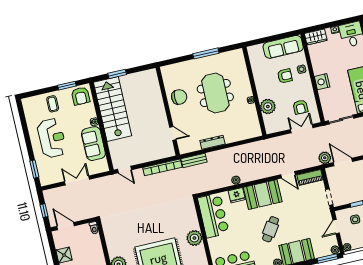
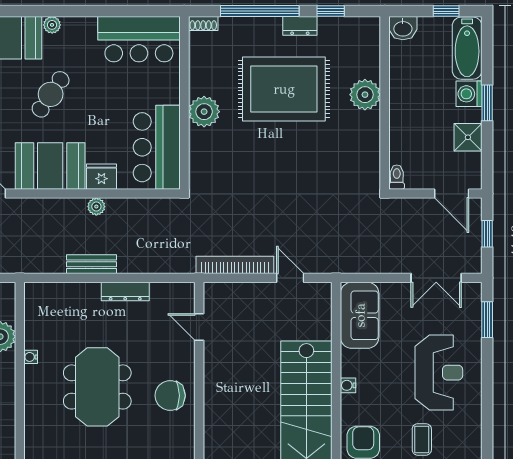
reception desk: (52, 138) -> (439, 373), turned 180
sofa: (93, 144) -> (360, 315), moved
bench: (194, 160) -> (91, 264), moved
door: (124, 169) -> (290, 278), moved
double door: (77, 180) -> (436, 278), moved

